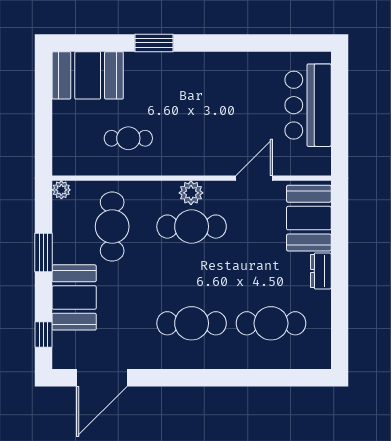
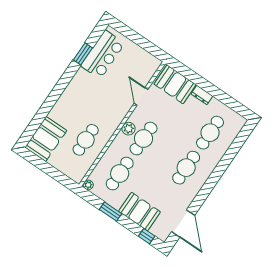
window: (154, 43) -> (83, 54), moved
bar counter: (308, 105) -> (103, 55), moved, turned -90
cafe table: (128, 138) -> (86, 140), width x1.37, depth x1.35
cafe table: (112, 227) -> (120, 174), turned 90

